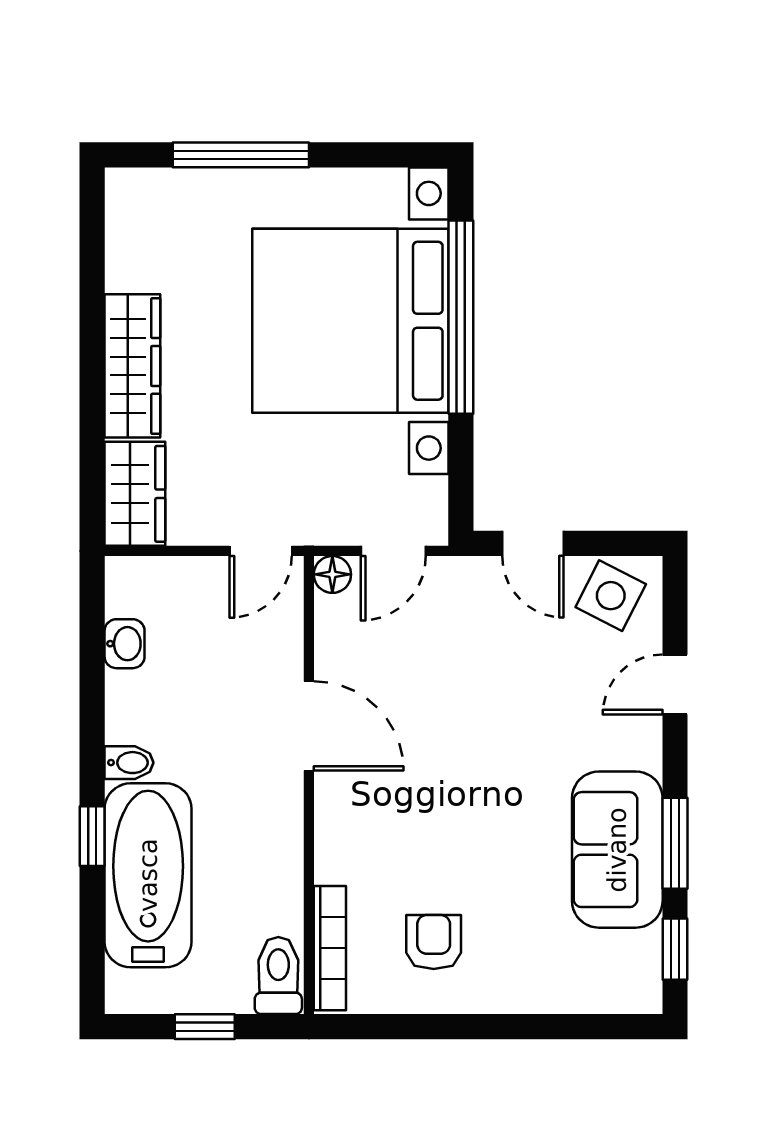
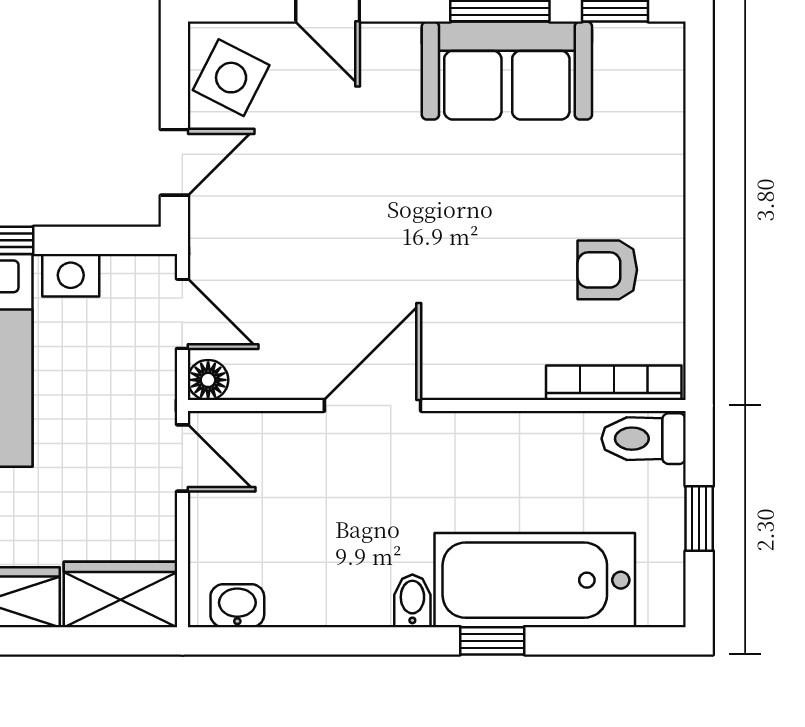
washbasin: (125, 644) -> (237, 606), moved

